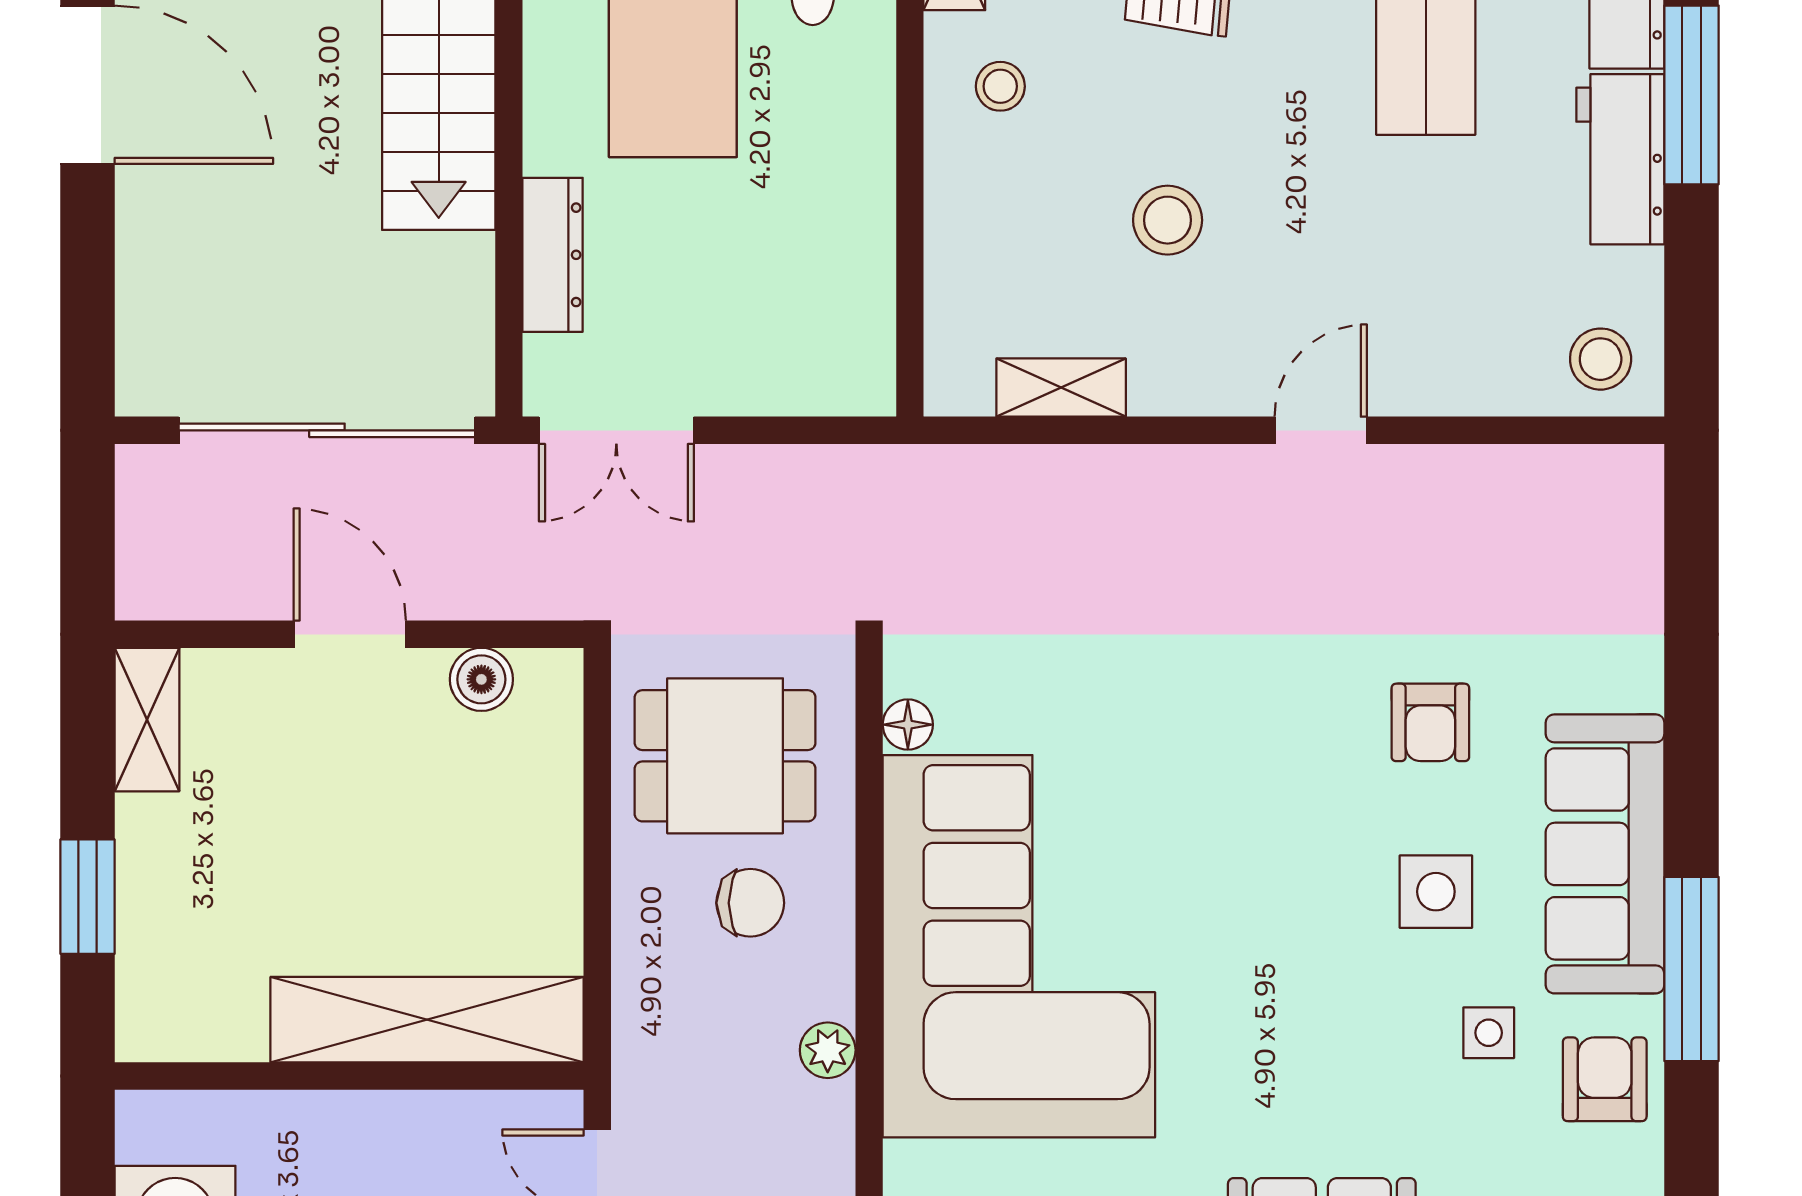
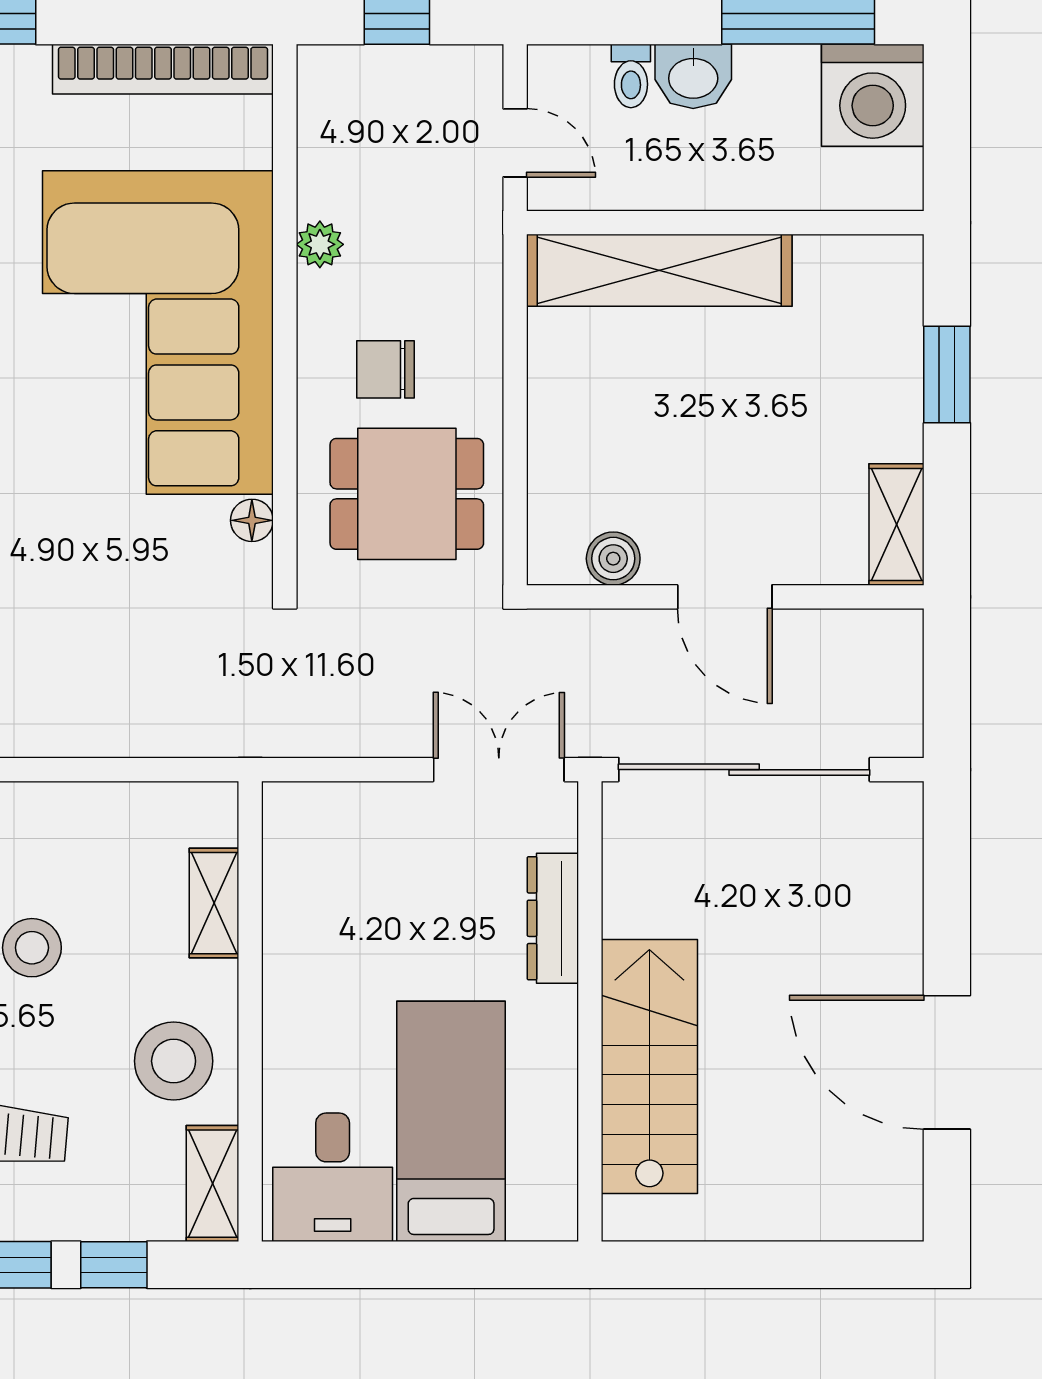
stool: (1000, 86) -> (174, 1061), width x1.89, depth x1.89
shelving: (1061, 388) -> (214, 903), moved, turned 90

